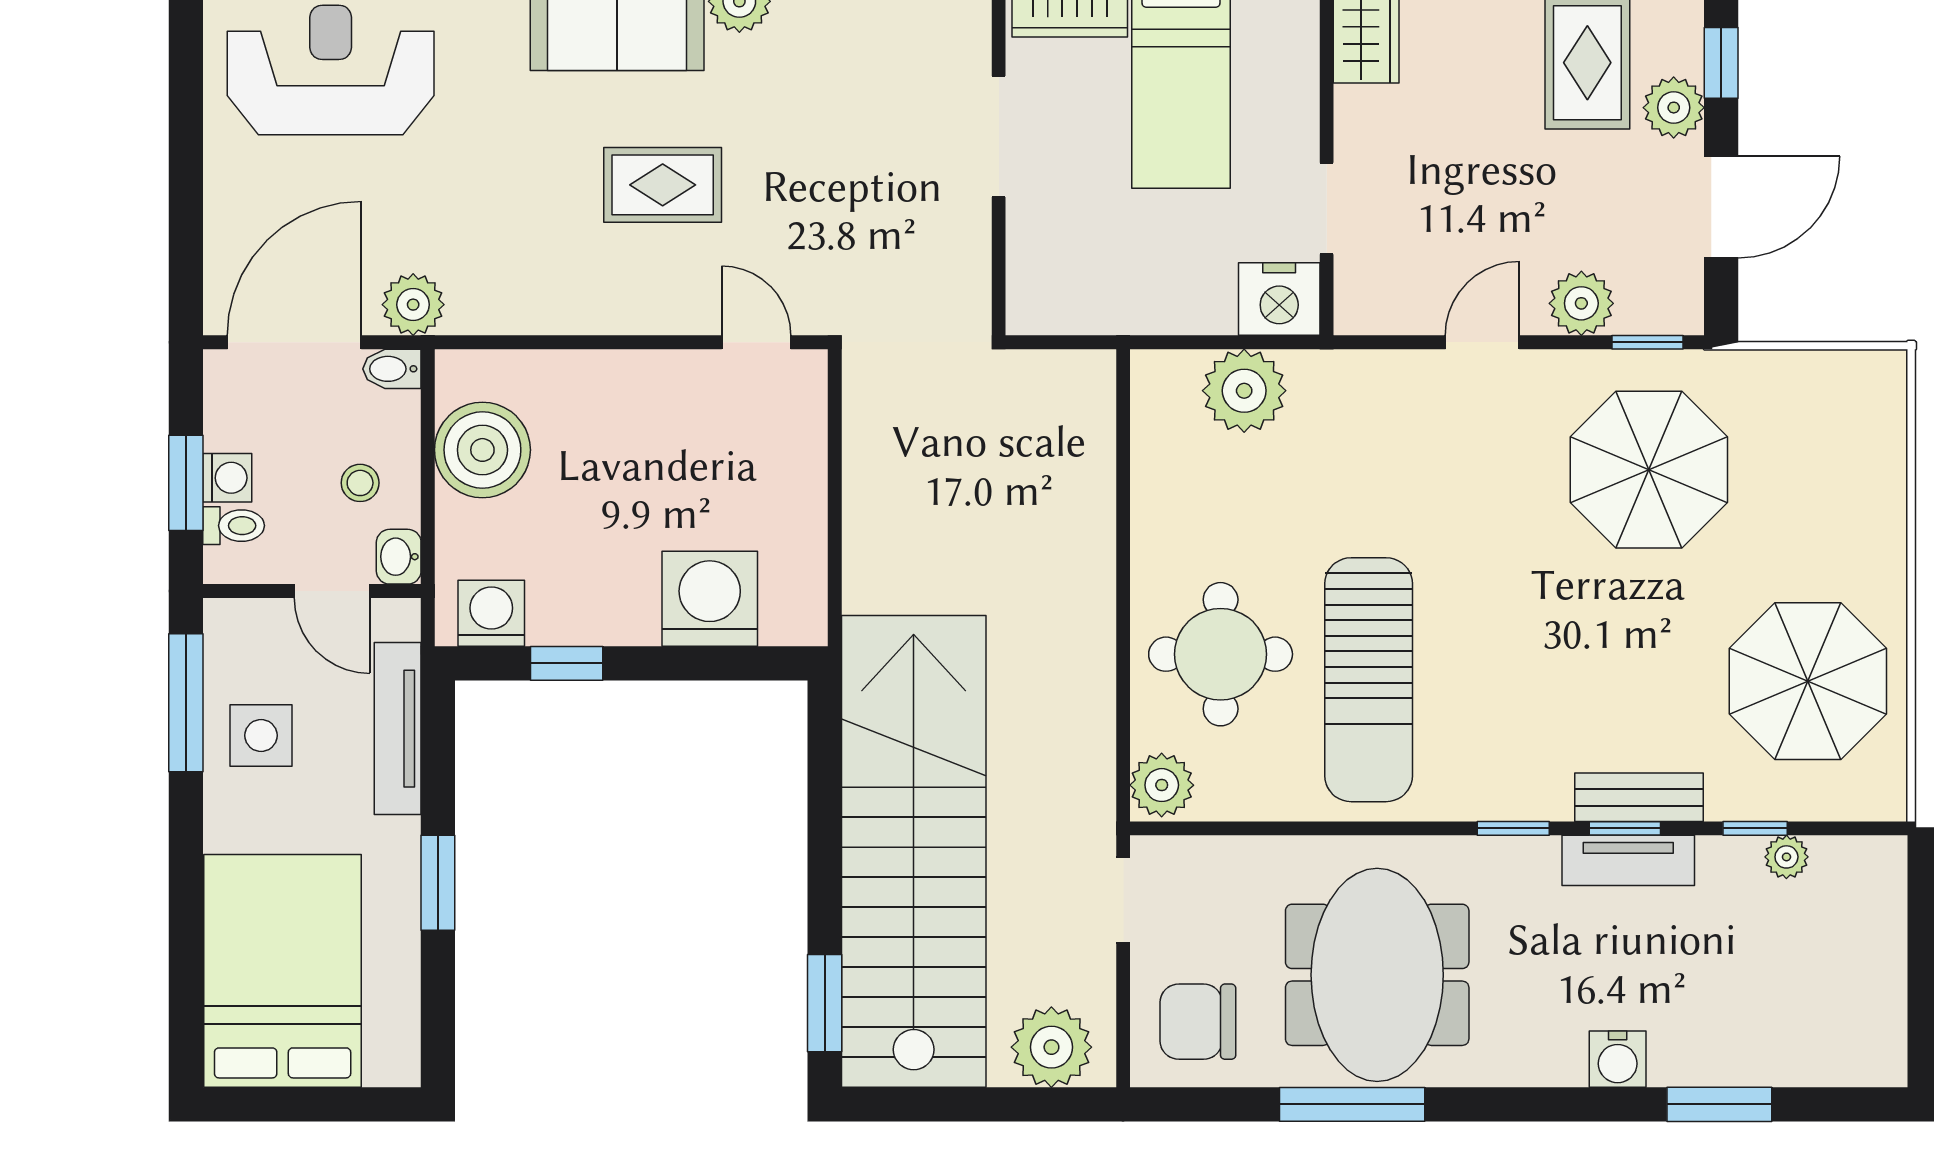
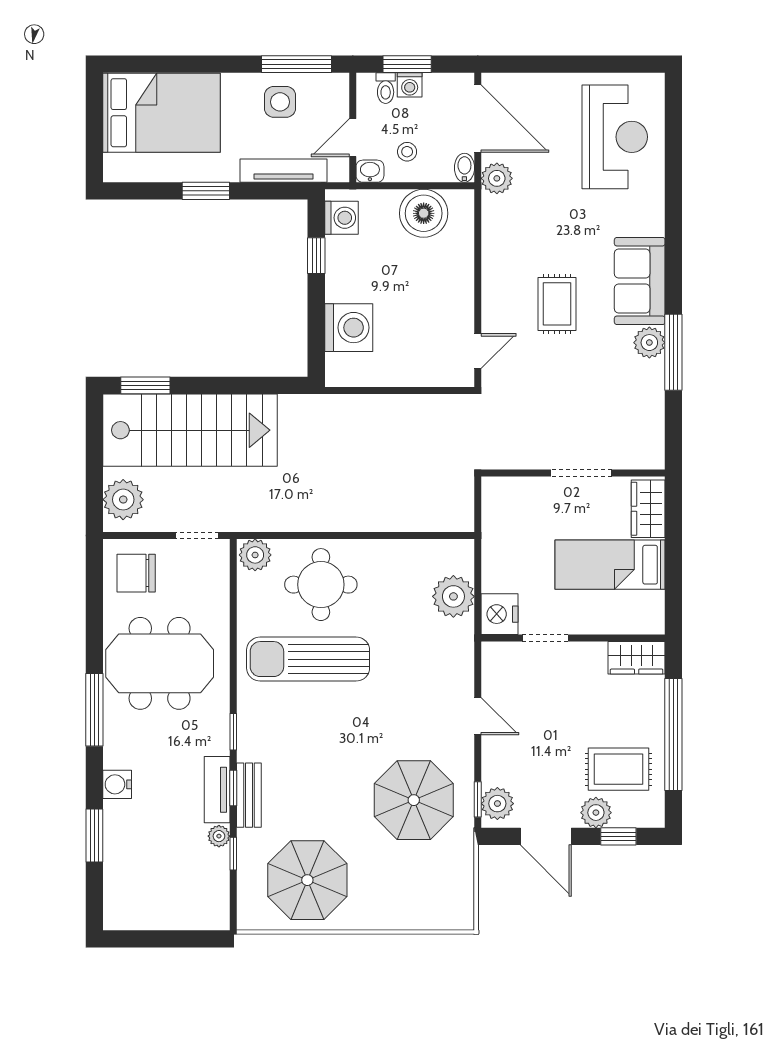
plant: (1581, 303) -> (497, 804), moved
stairs: (914, 851) -> (190, 430), width x0.73
plant: (1786, 857) -> (219, 836), moved
chair: (1198, 1022) -> (136, 573), turned -90
window: (1352, 1104) -> (94, 710), moved

